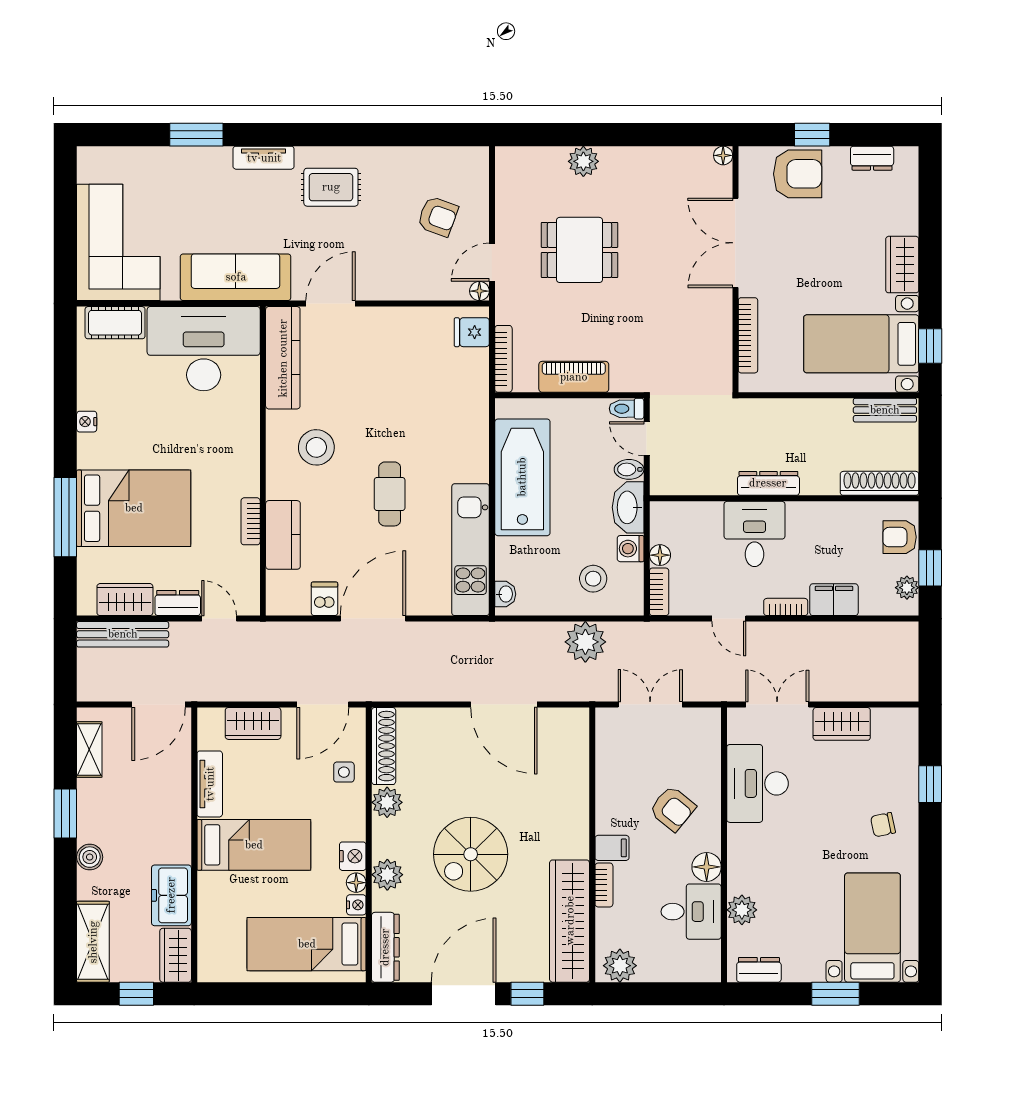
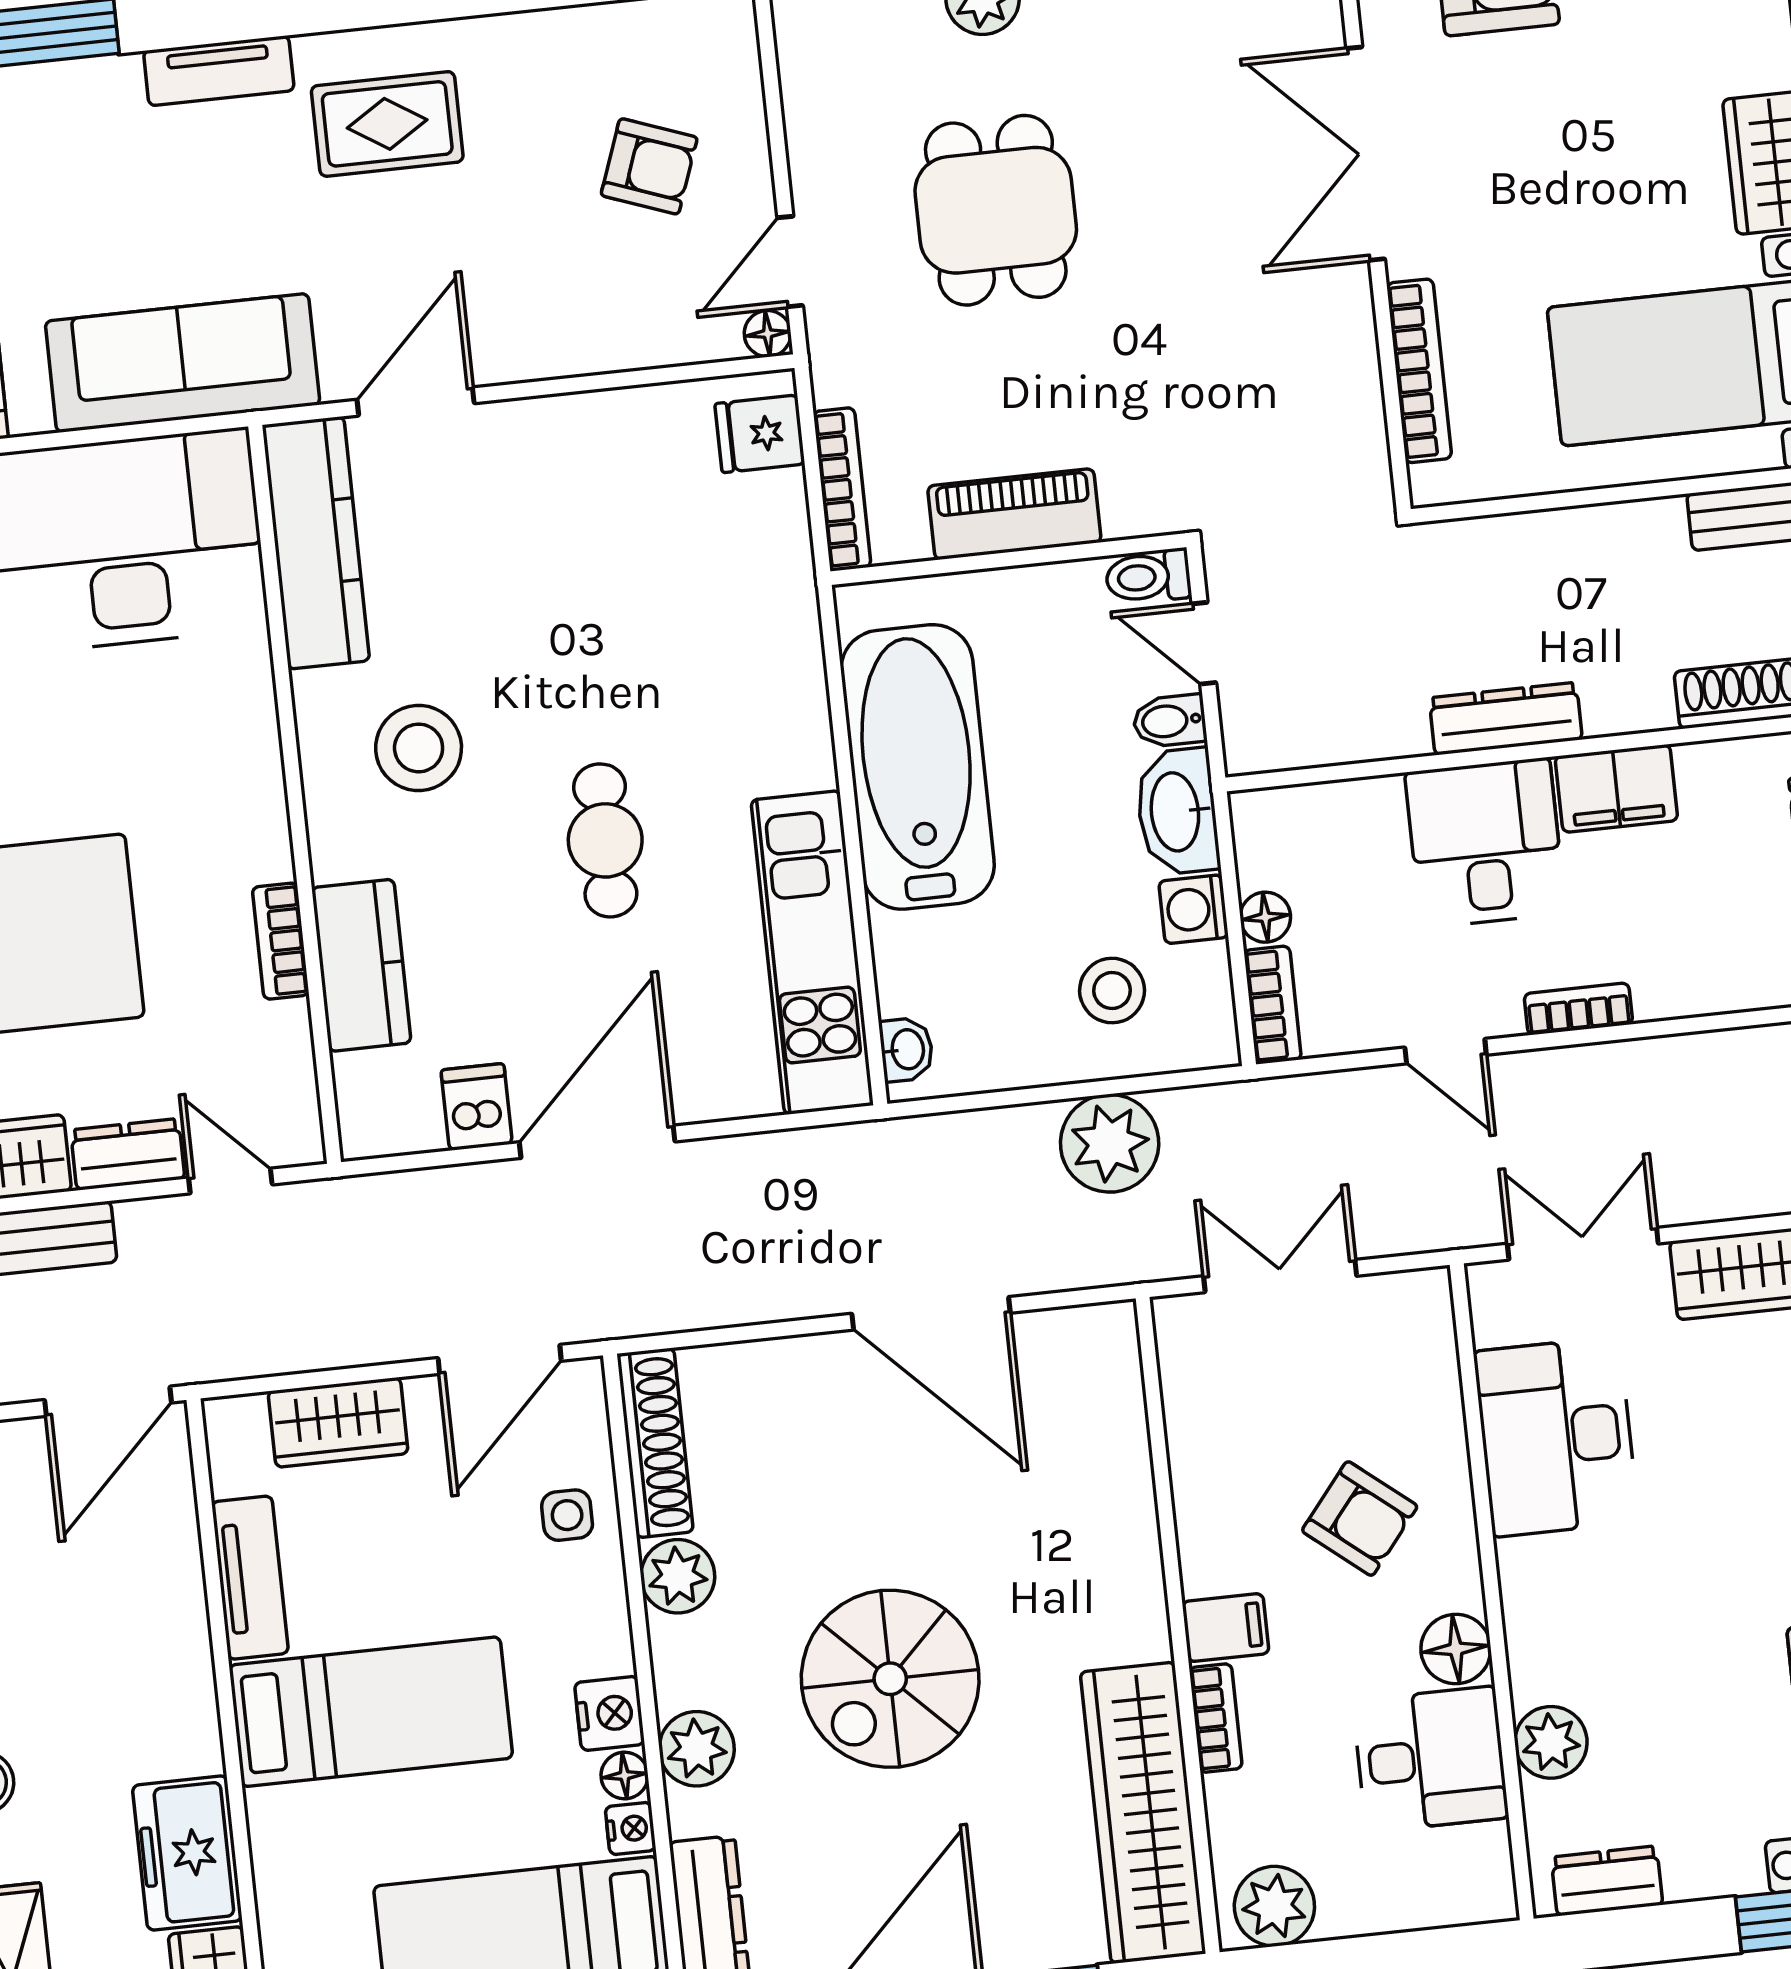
dining table: (580, 250) -> (996, 210), turned 90
filing cabinet: (834, 600) -> (1616, 788), moved, turned 180

